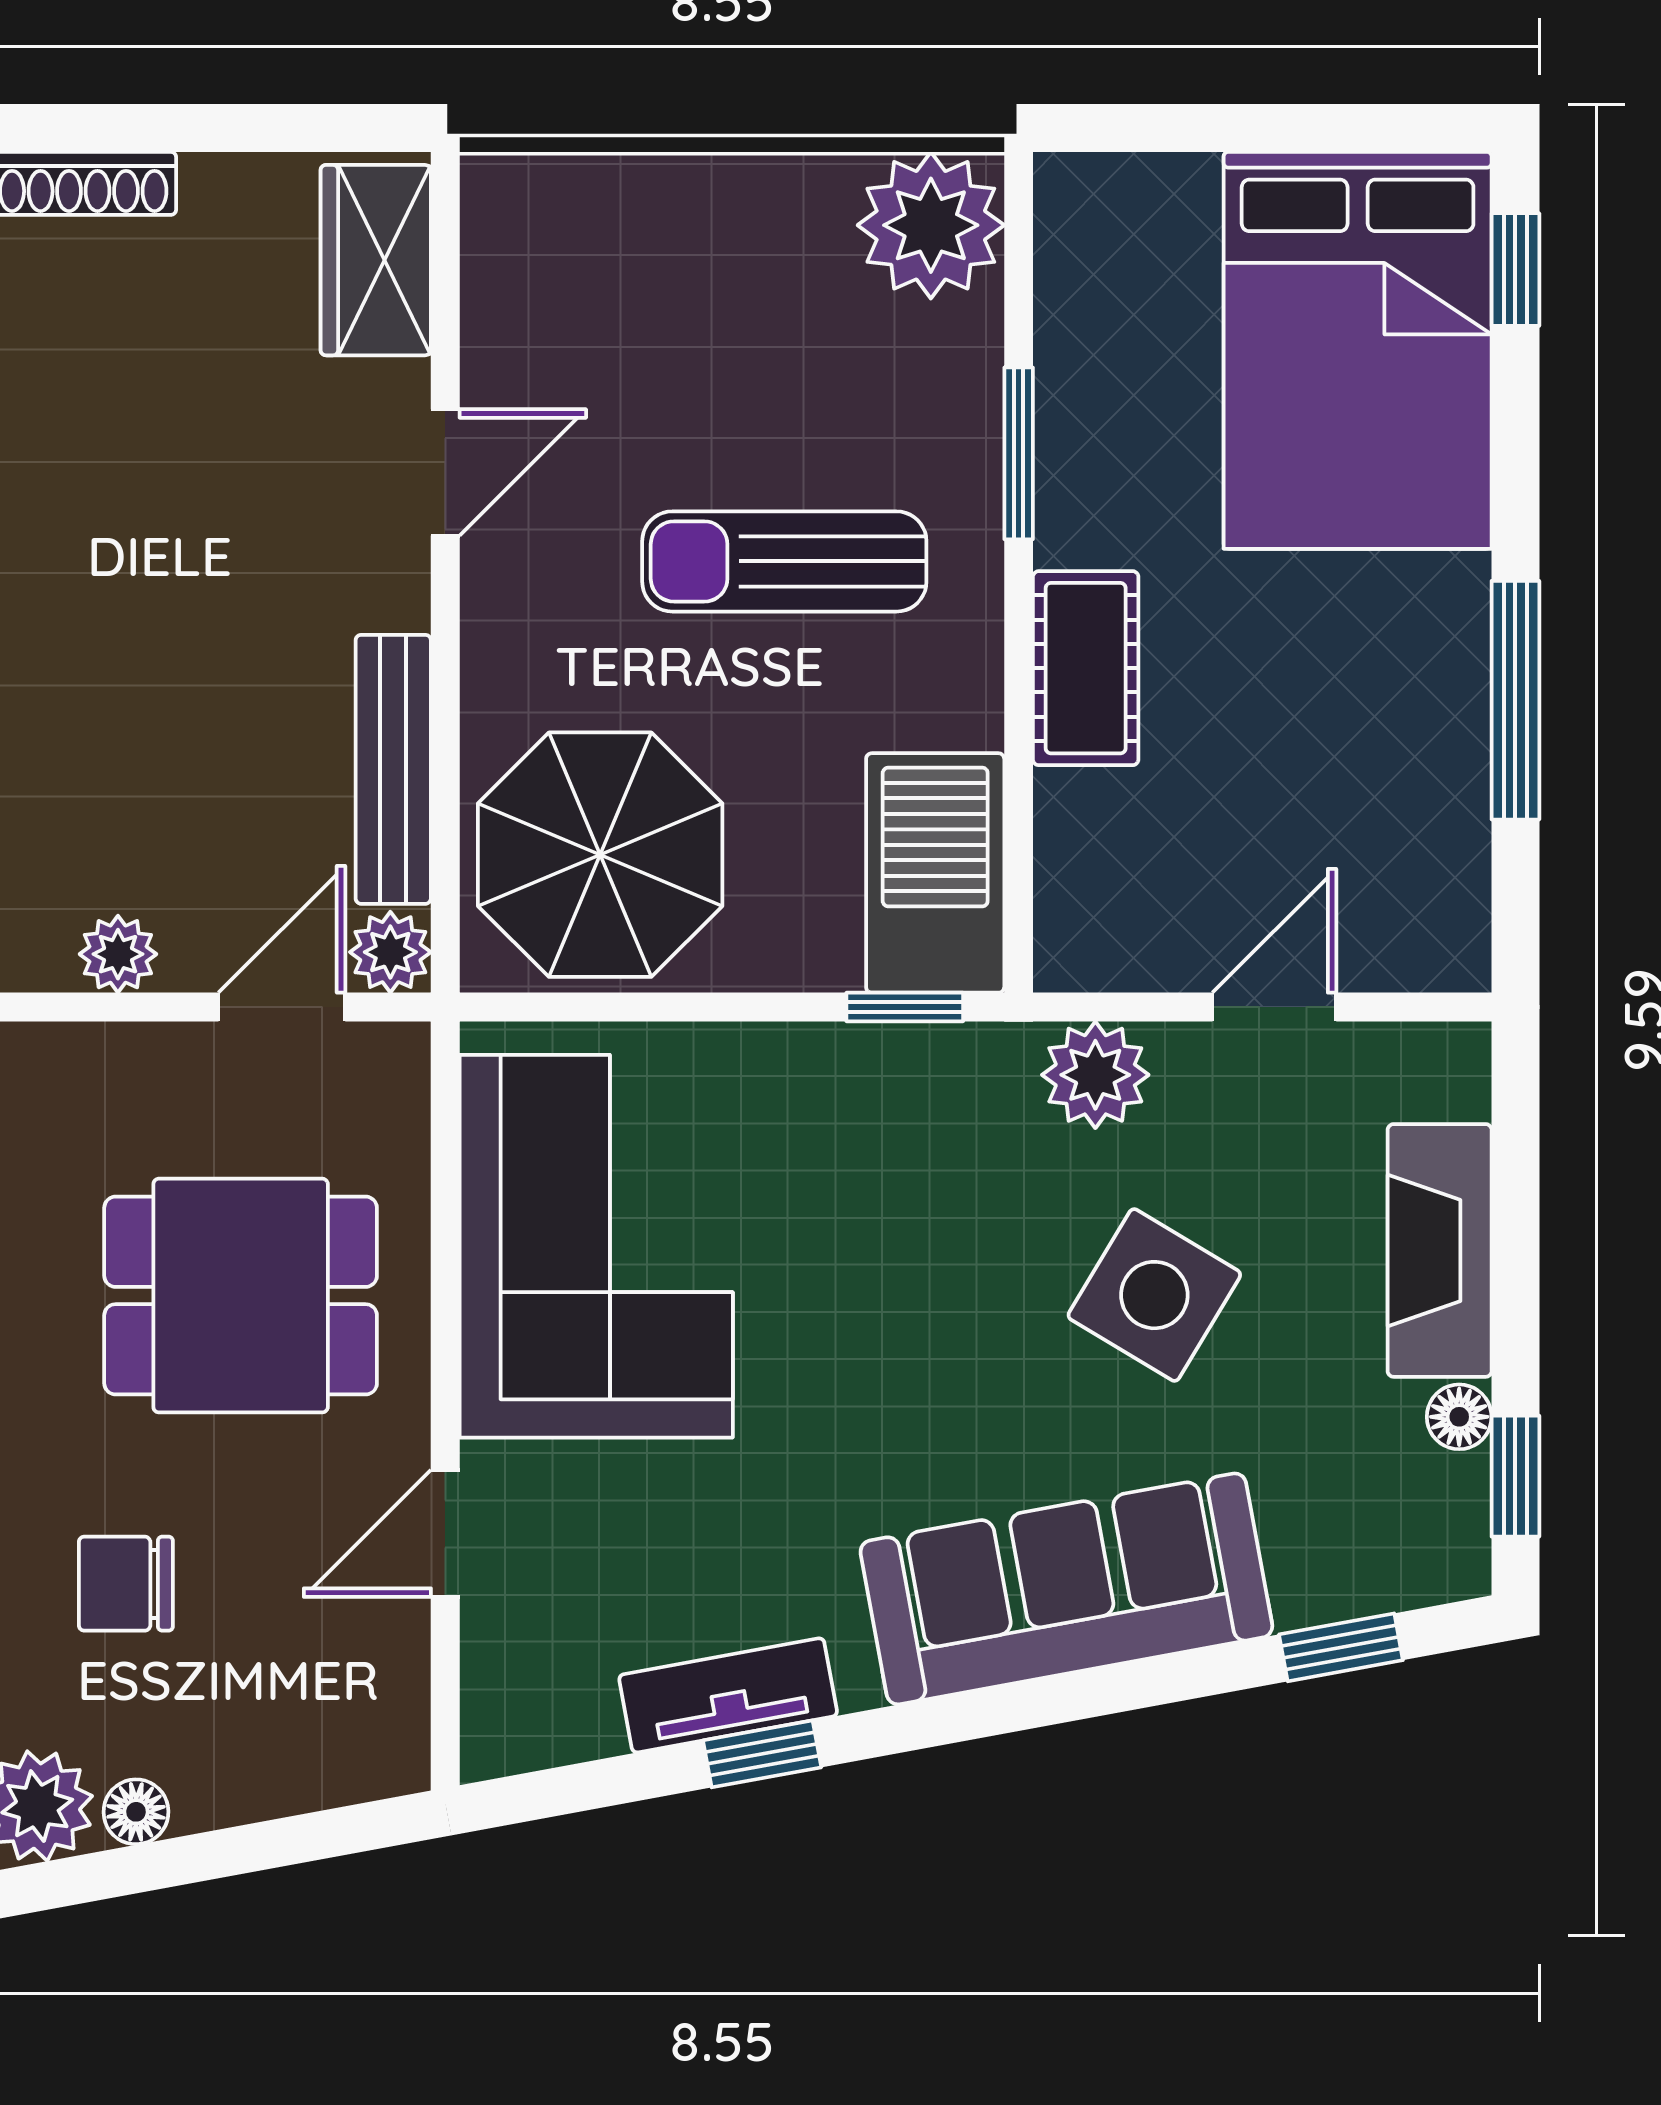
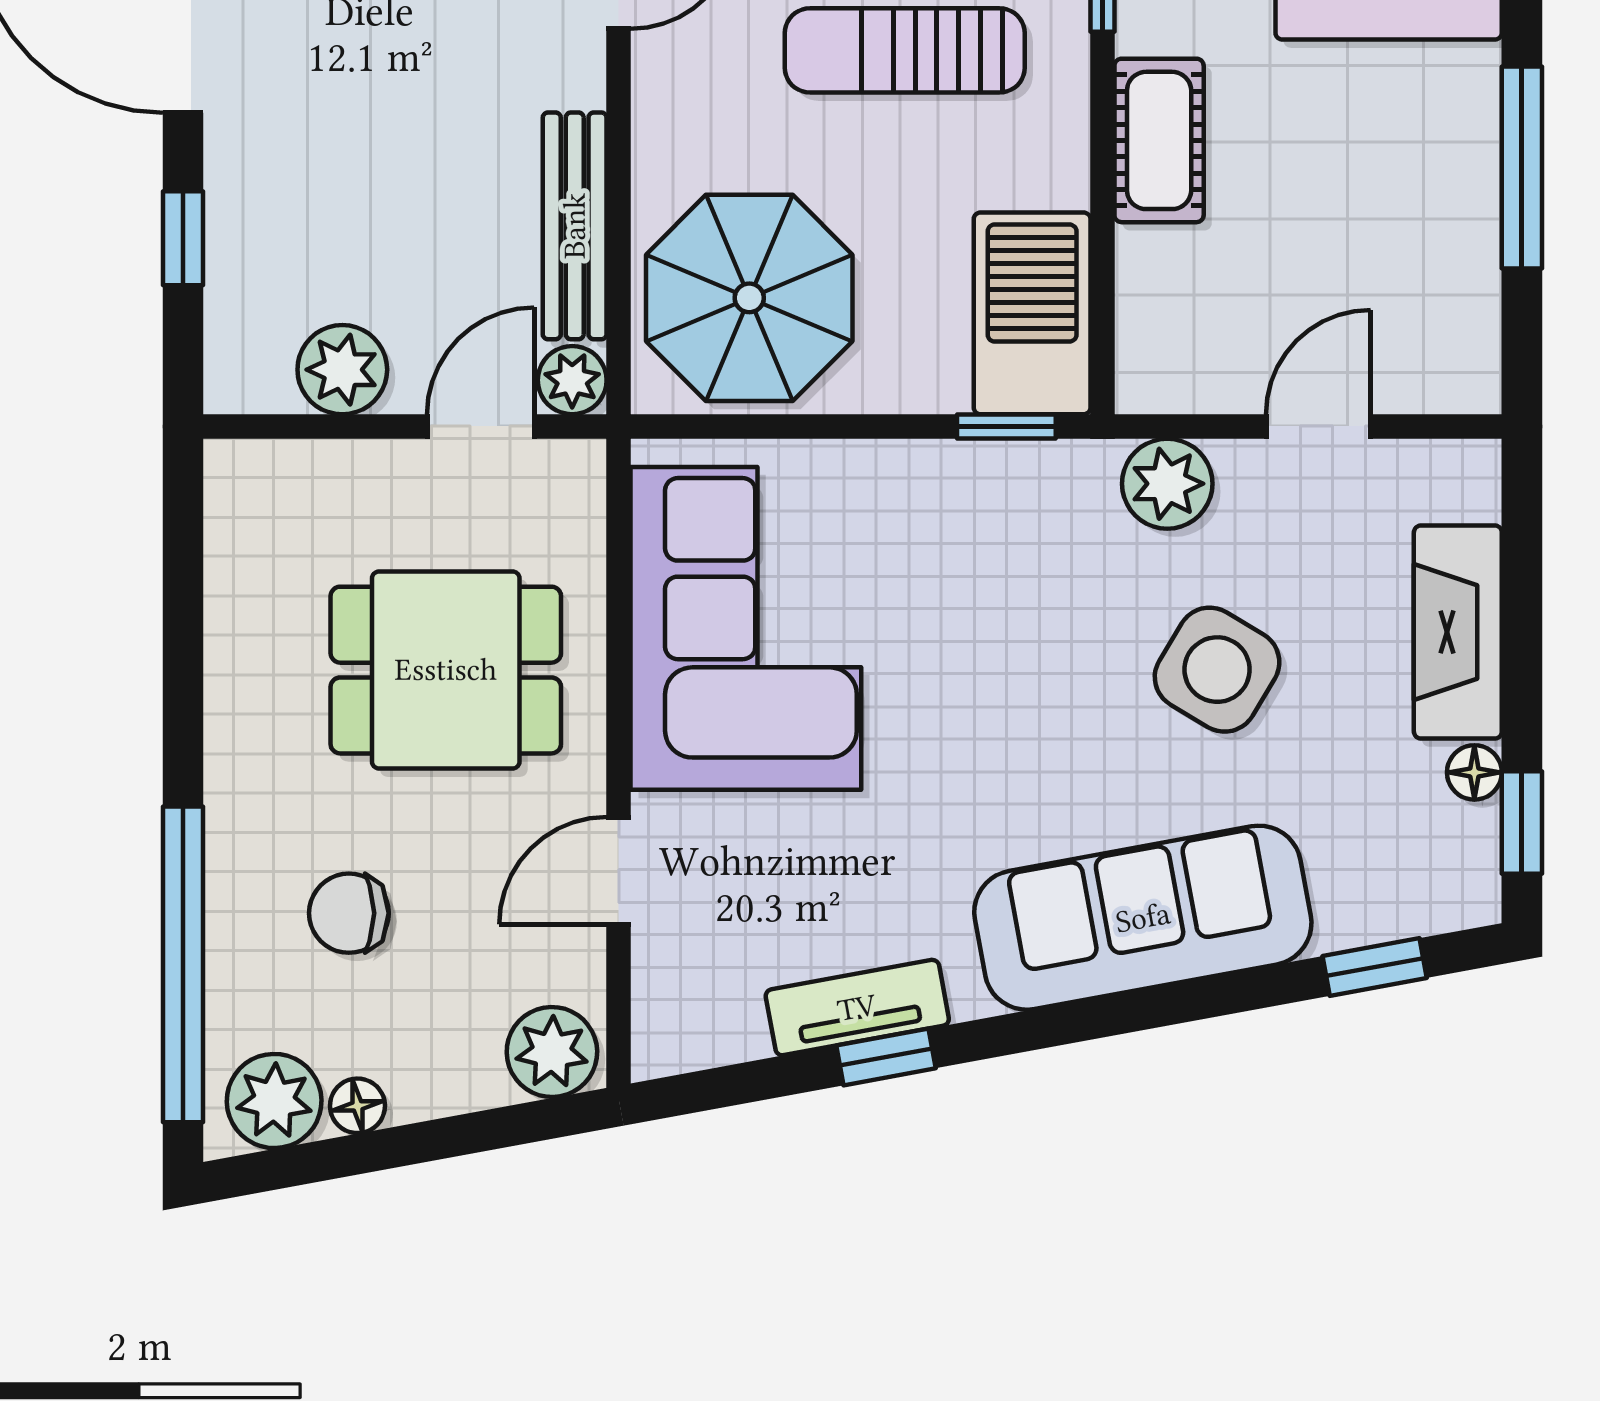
plant: (118, 954) -> (342, 370), width x1.38, depth x1.38
plant: (366, 1748) -> (552, 1052), added

